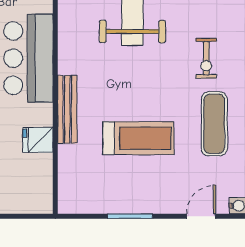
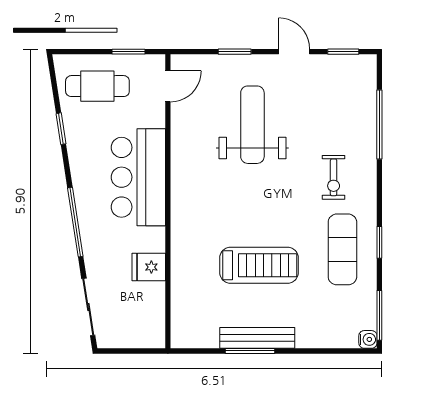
bench: (67, 109) -> (257, 338), moved, turned 90
door: (201, 216) -> (328, 351), removed

